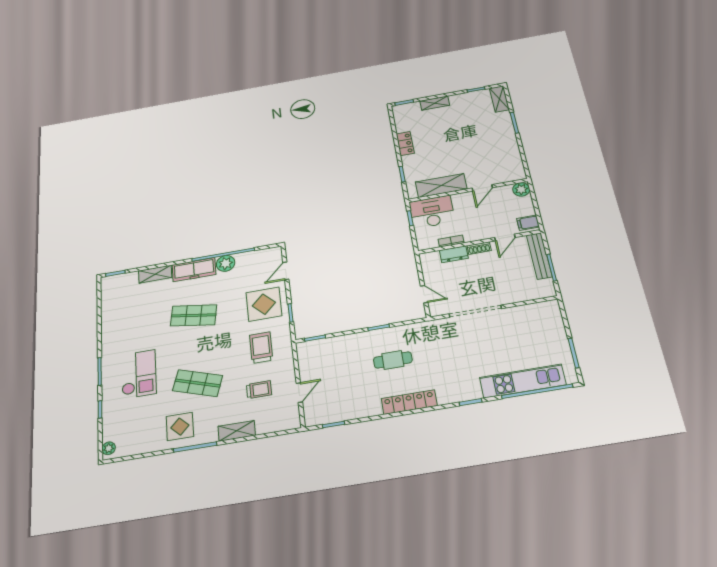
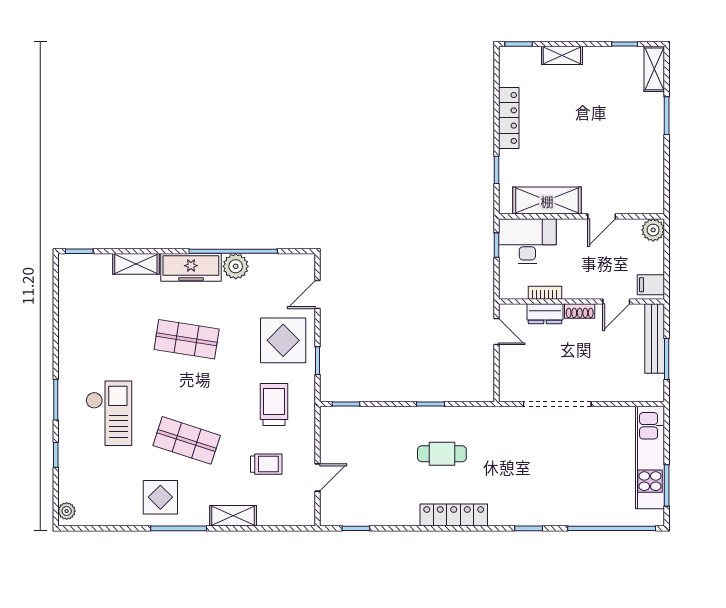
locker: (405, 144) -> (509, 118), width x1.53
door: (424, 294) -> (496, 332), moved
kitchen unit: (523, 381) -> (650, 458), moved, turned -90

